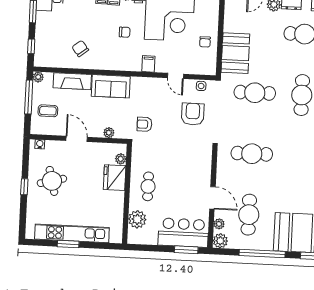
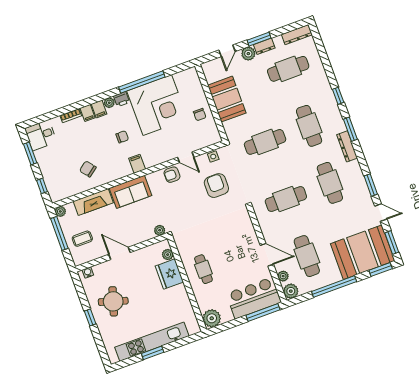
booth: (235, 53) -> (227, 99), moved
filing cabinet: (148, 64) -> (137, 164), moved
armchair: (144, 124) -> (172, 175), moved
plant: (109, 133) -> (160, 230), moved
cafe table: (299, 156) -> (330, 183), added
round table: (52, 181) -> (113, 301), turned 31
plant: (137, 219) -> (212, 318), moved
window: (186, 250) -> (263, 312), width x1.44

